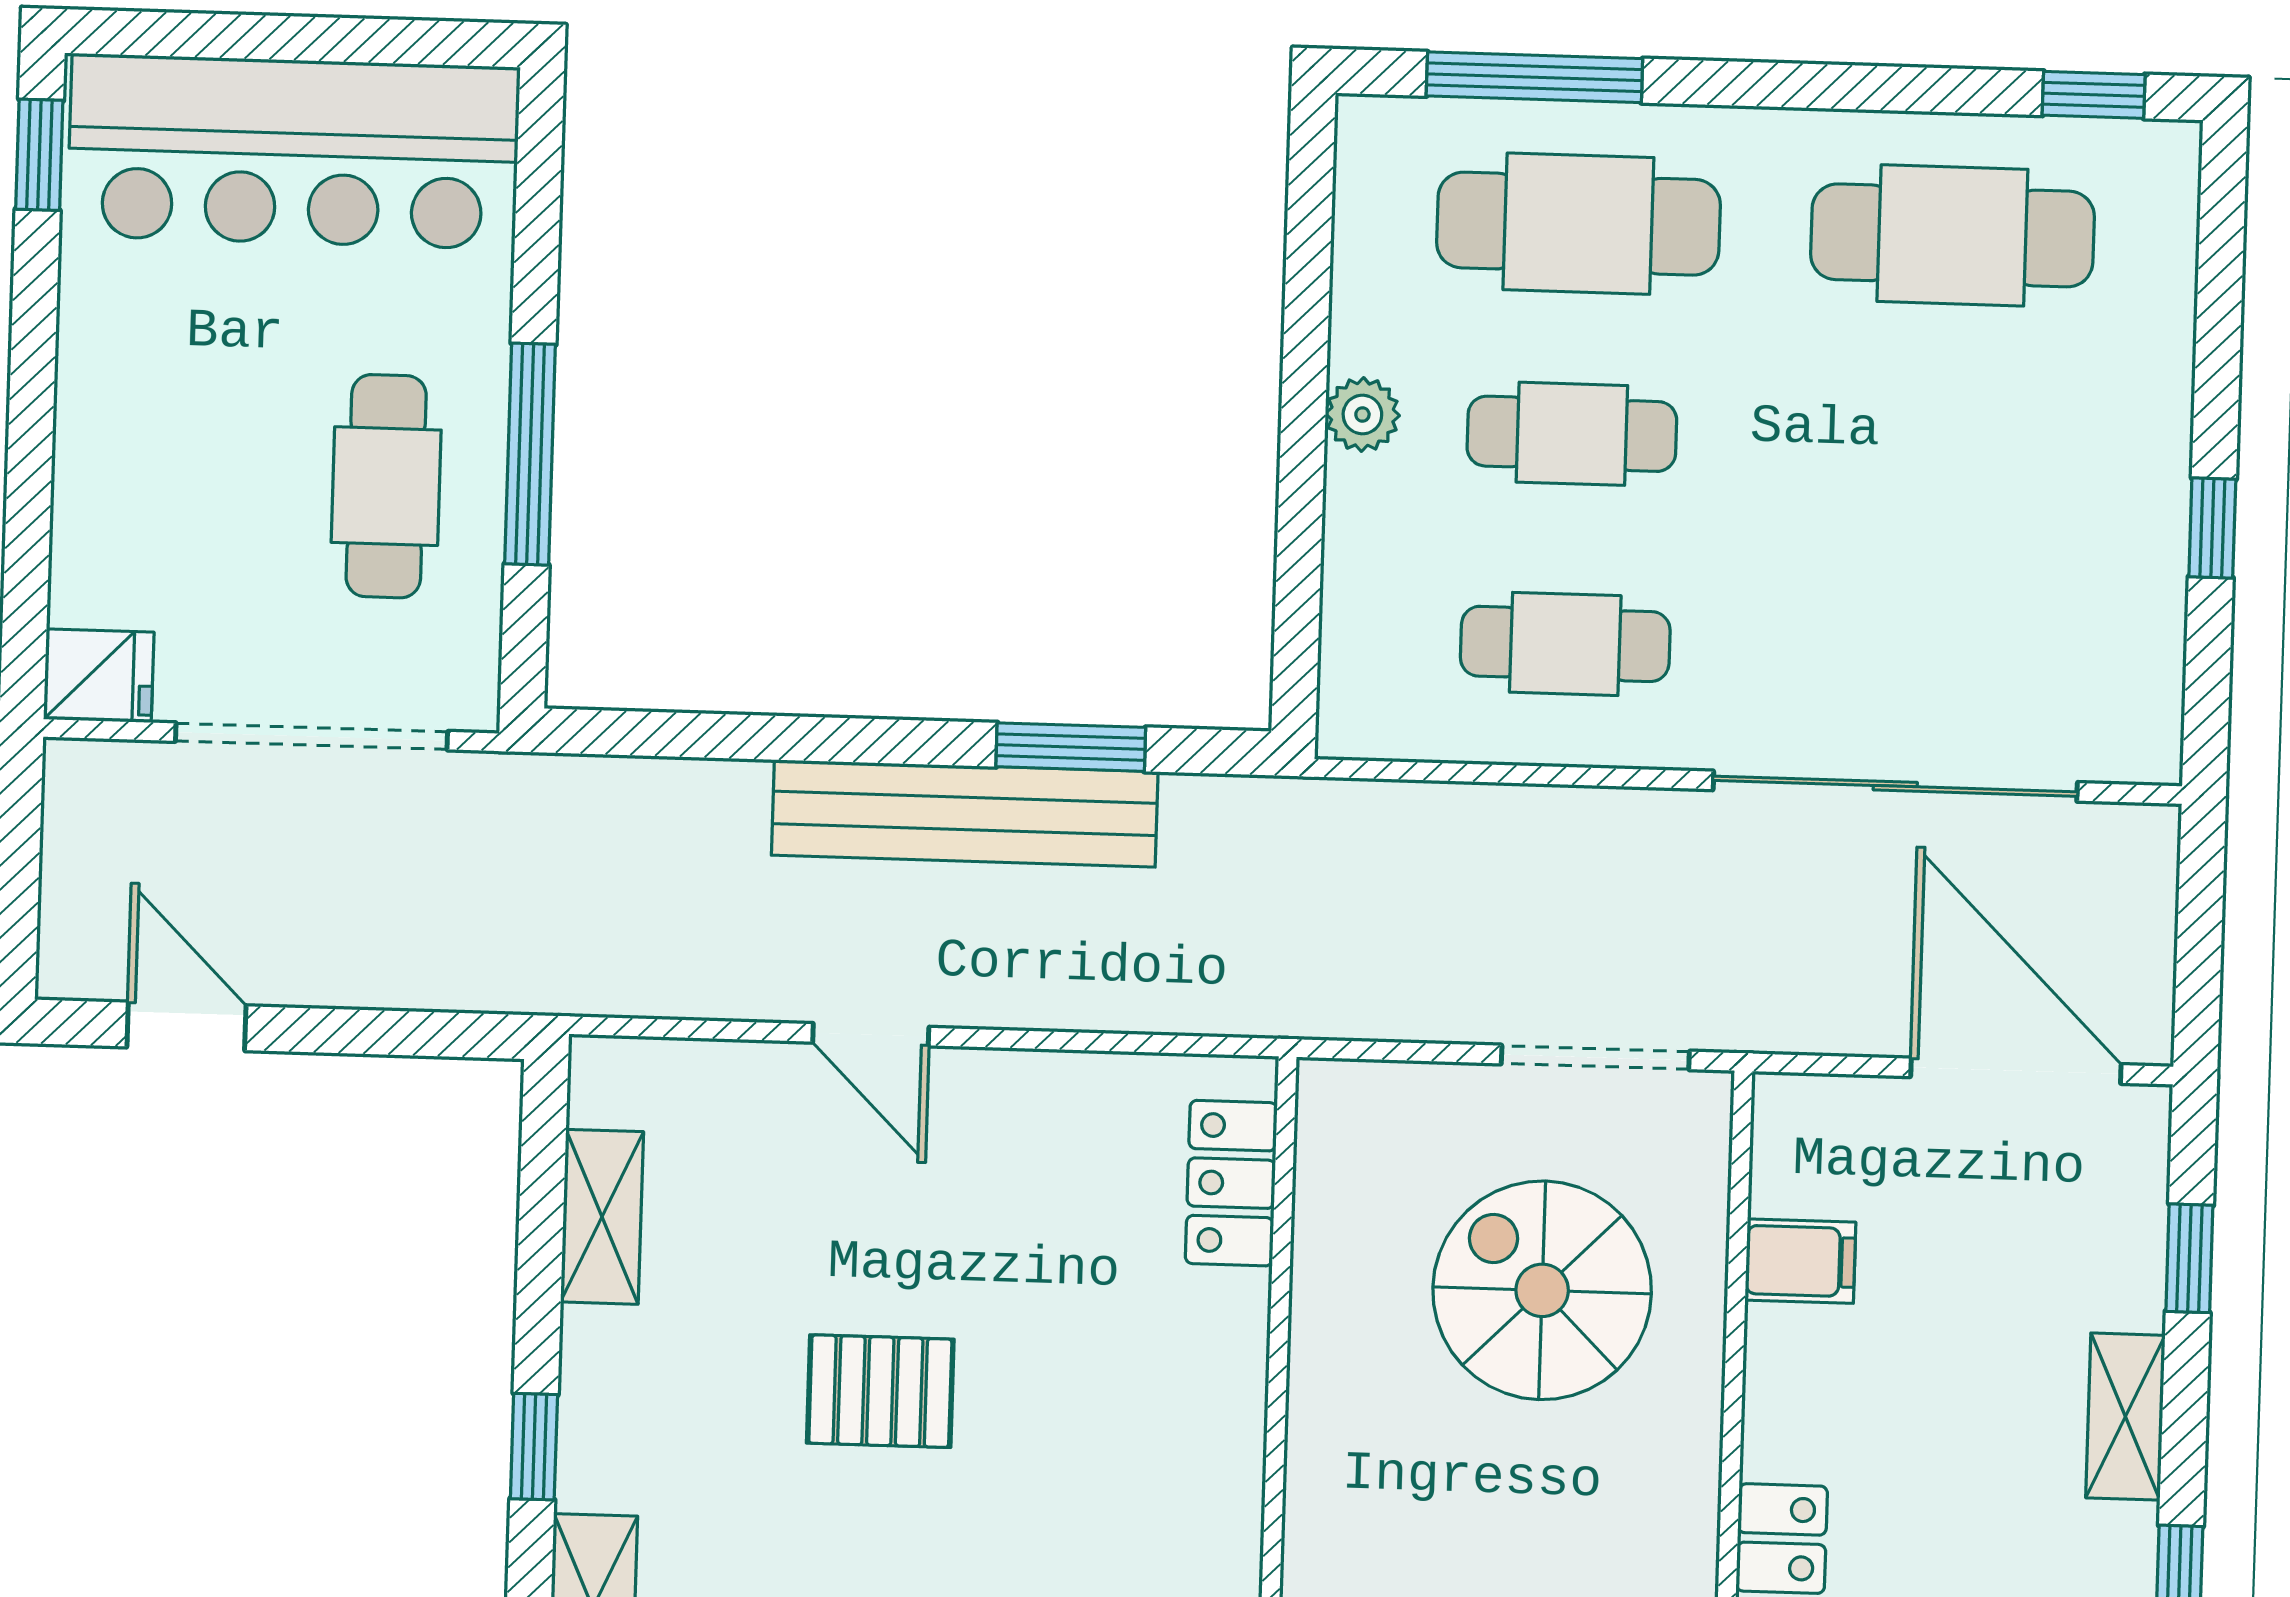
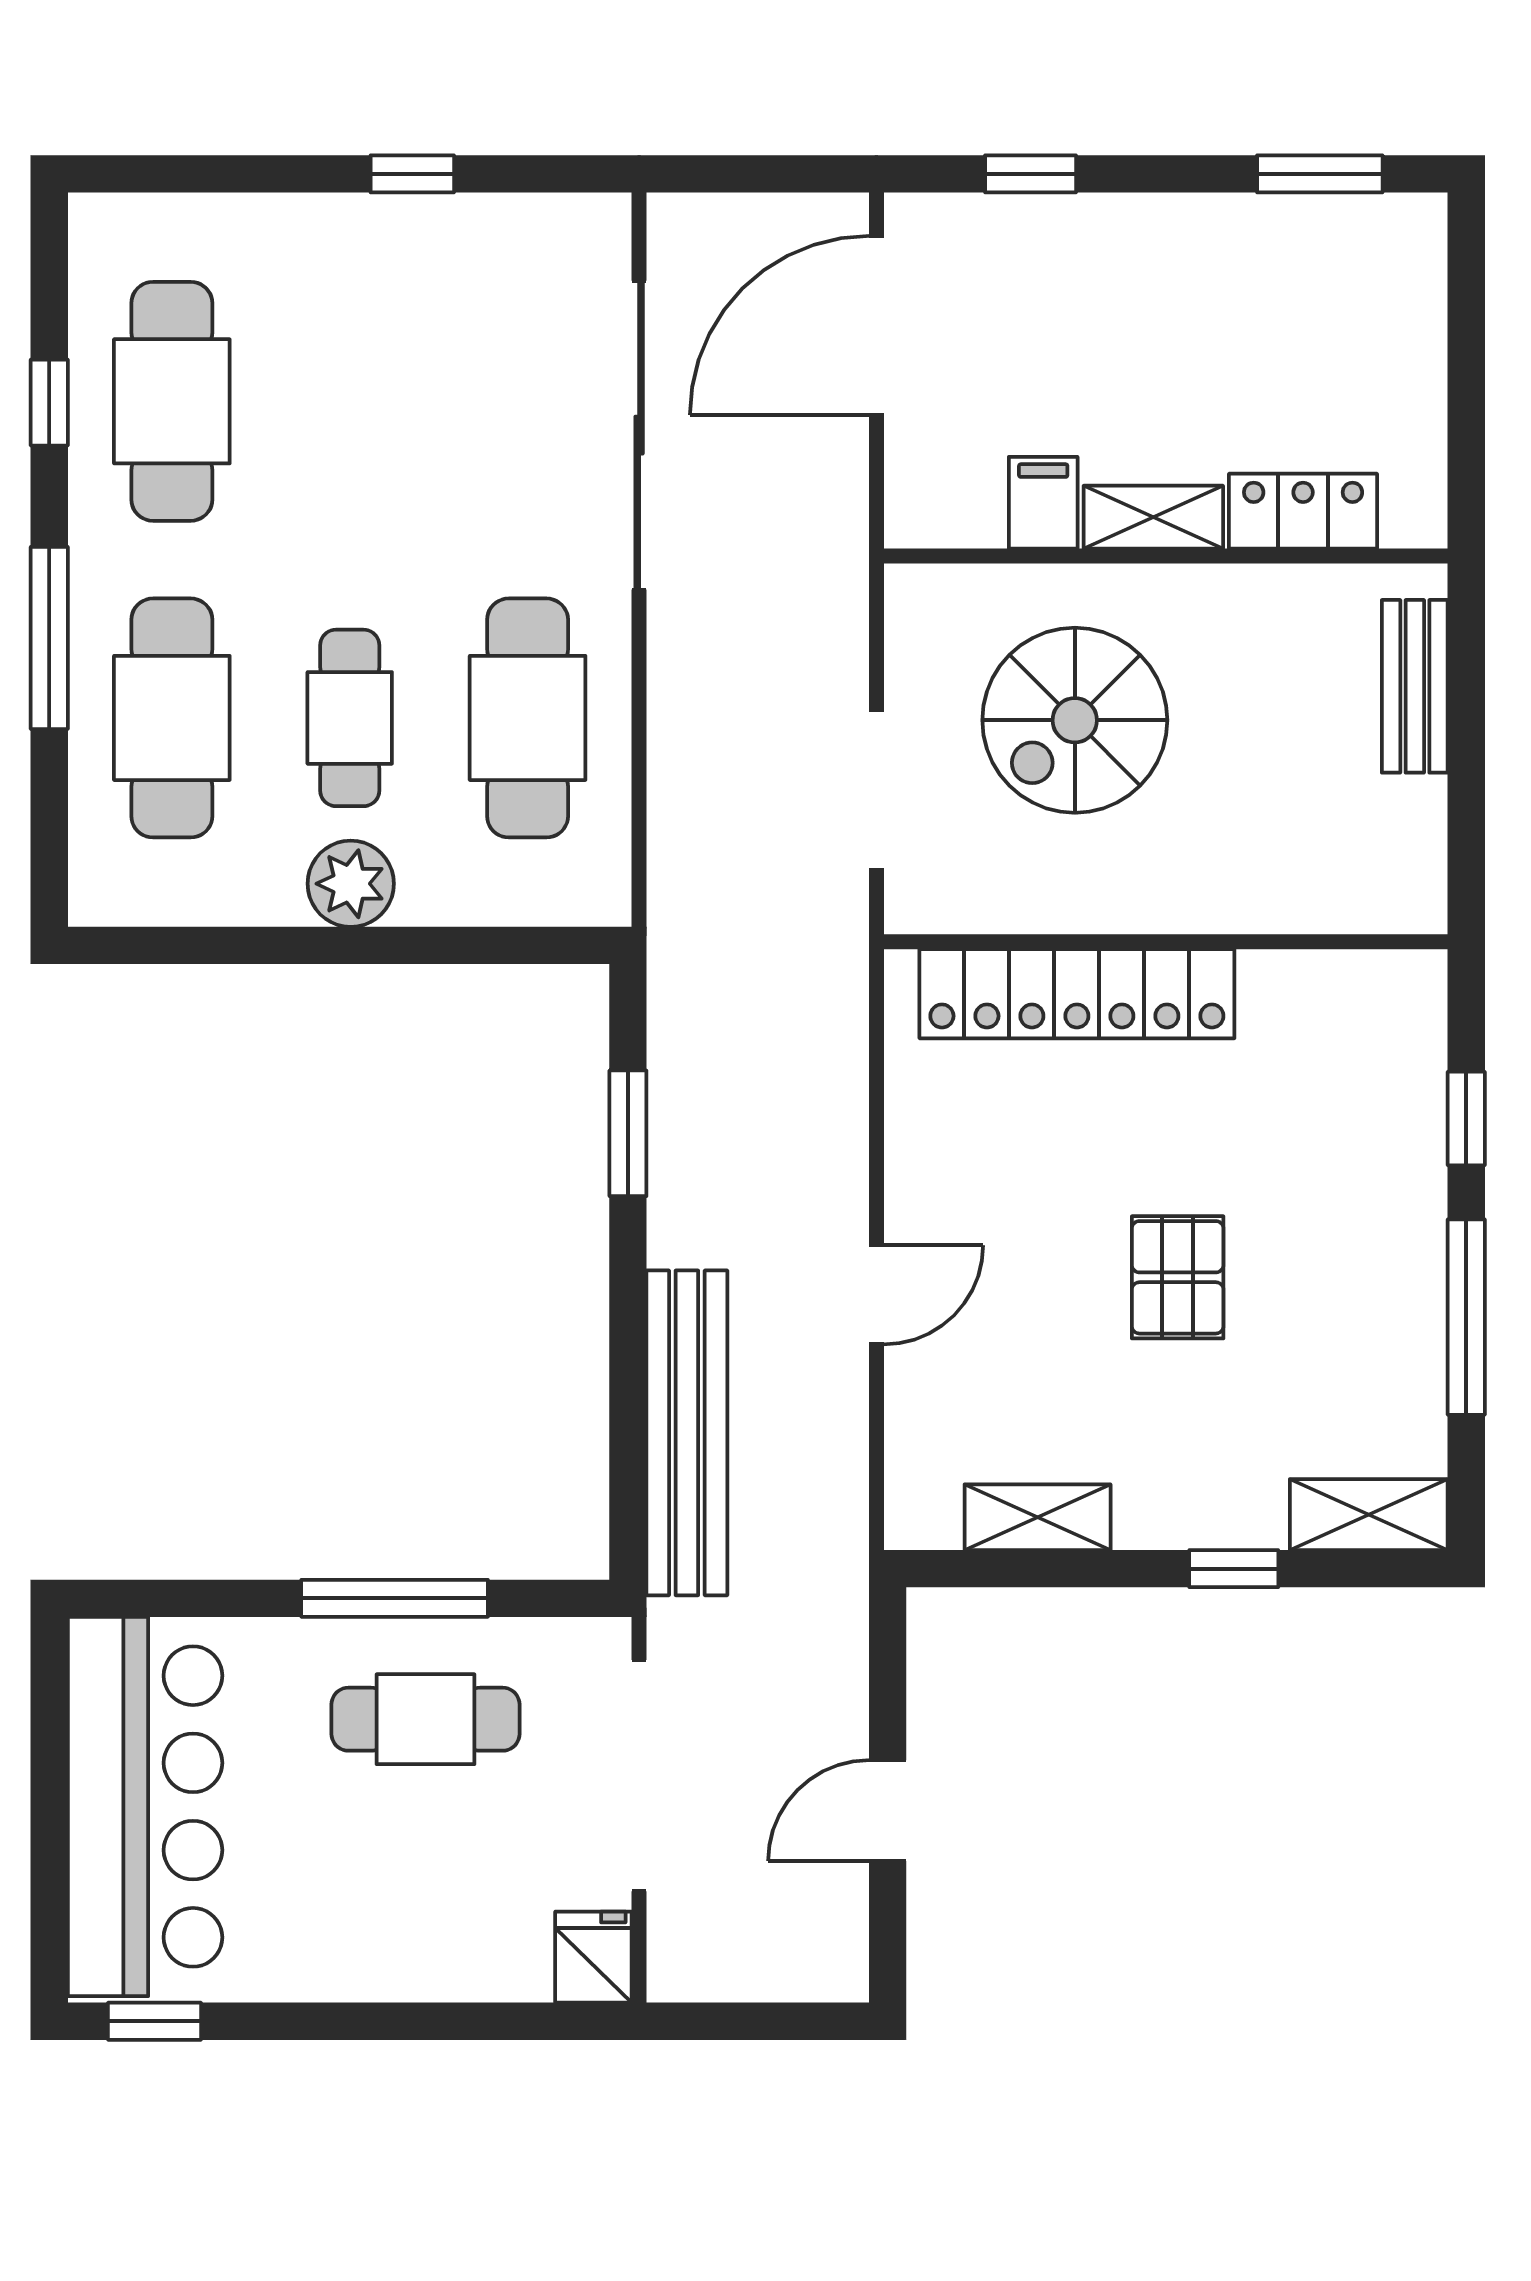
window: (1534, 77) -> (49, 638), moved
window: (2094, 95) -> (49, 403), moved
plant: (1362, 415) -> (351, 884), width x1.38, depth x1.38
cafe table: (1565, 644) -> (528, 718), width x1.37, depth x1.35
bench: (965, 813) -> (687, 1433), moved
door: (186, 1026) -> (888, 1811), moved
doorway: (1595, 1057) -> (876, 790), moved
locker: (1231, 1183) -> (1077, 994), width x2.16, depth x1.21
shelving: (2125, 1417) -> (1153, 517), moved

